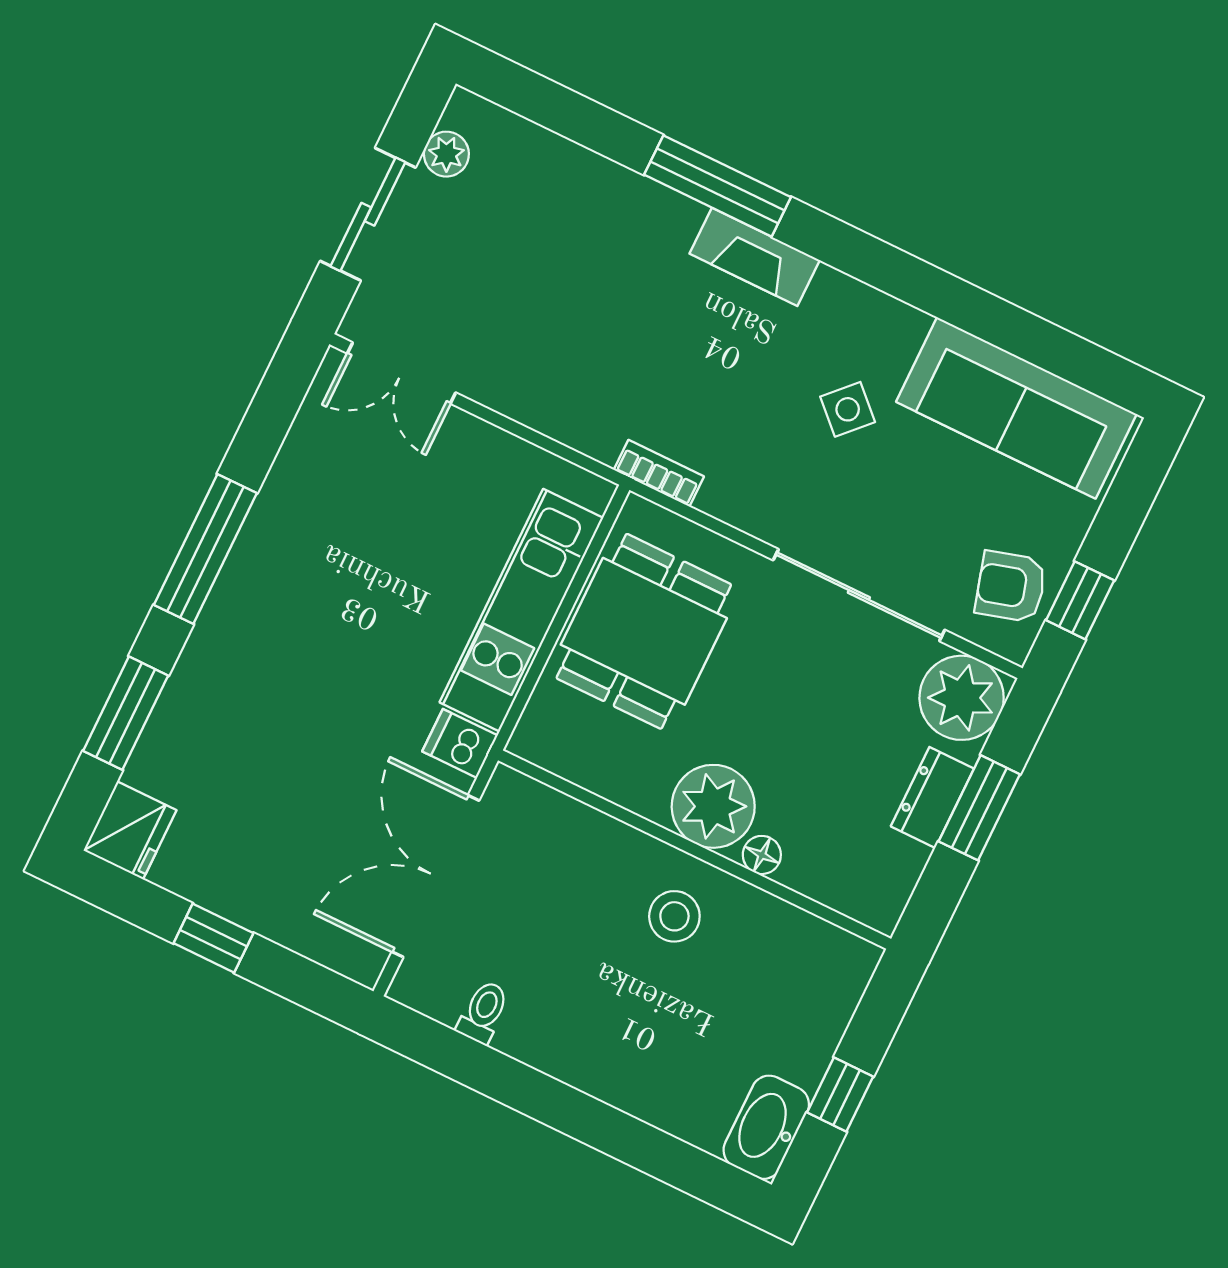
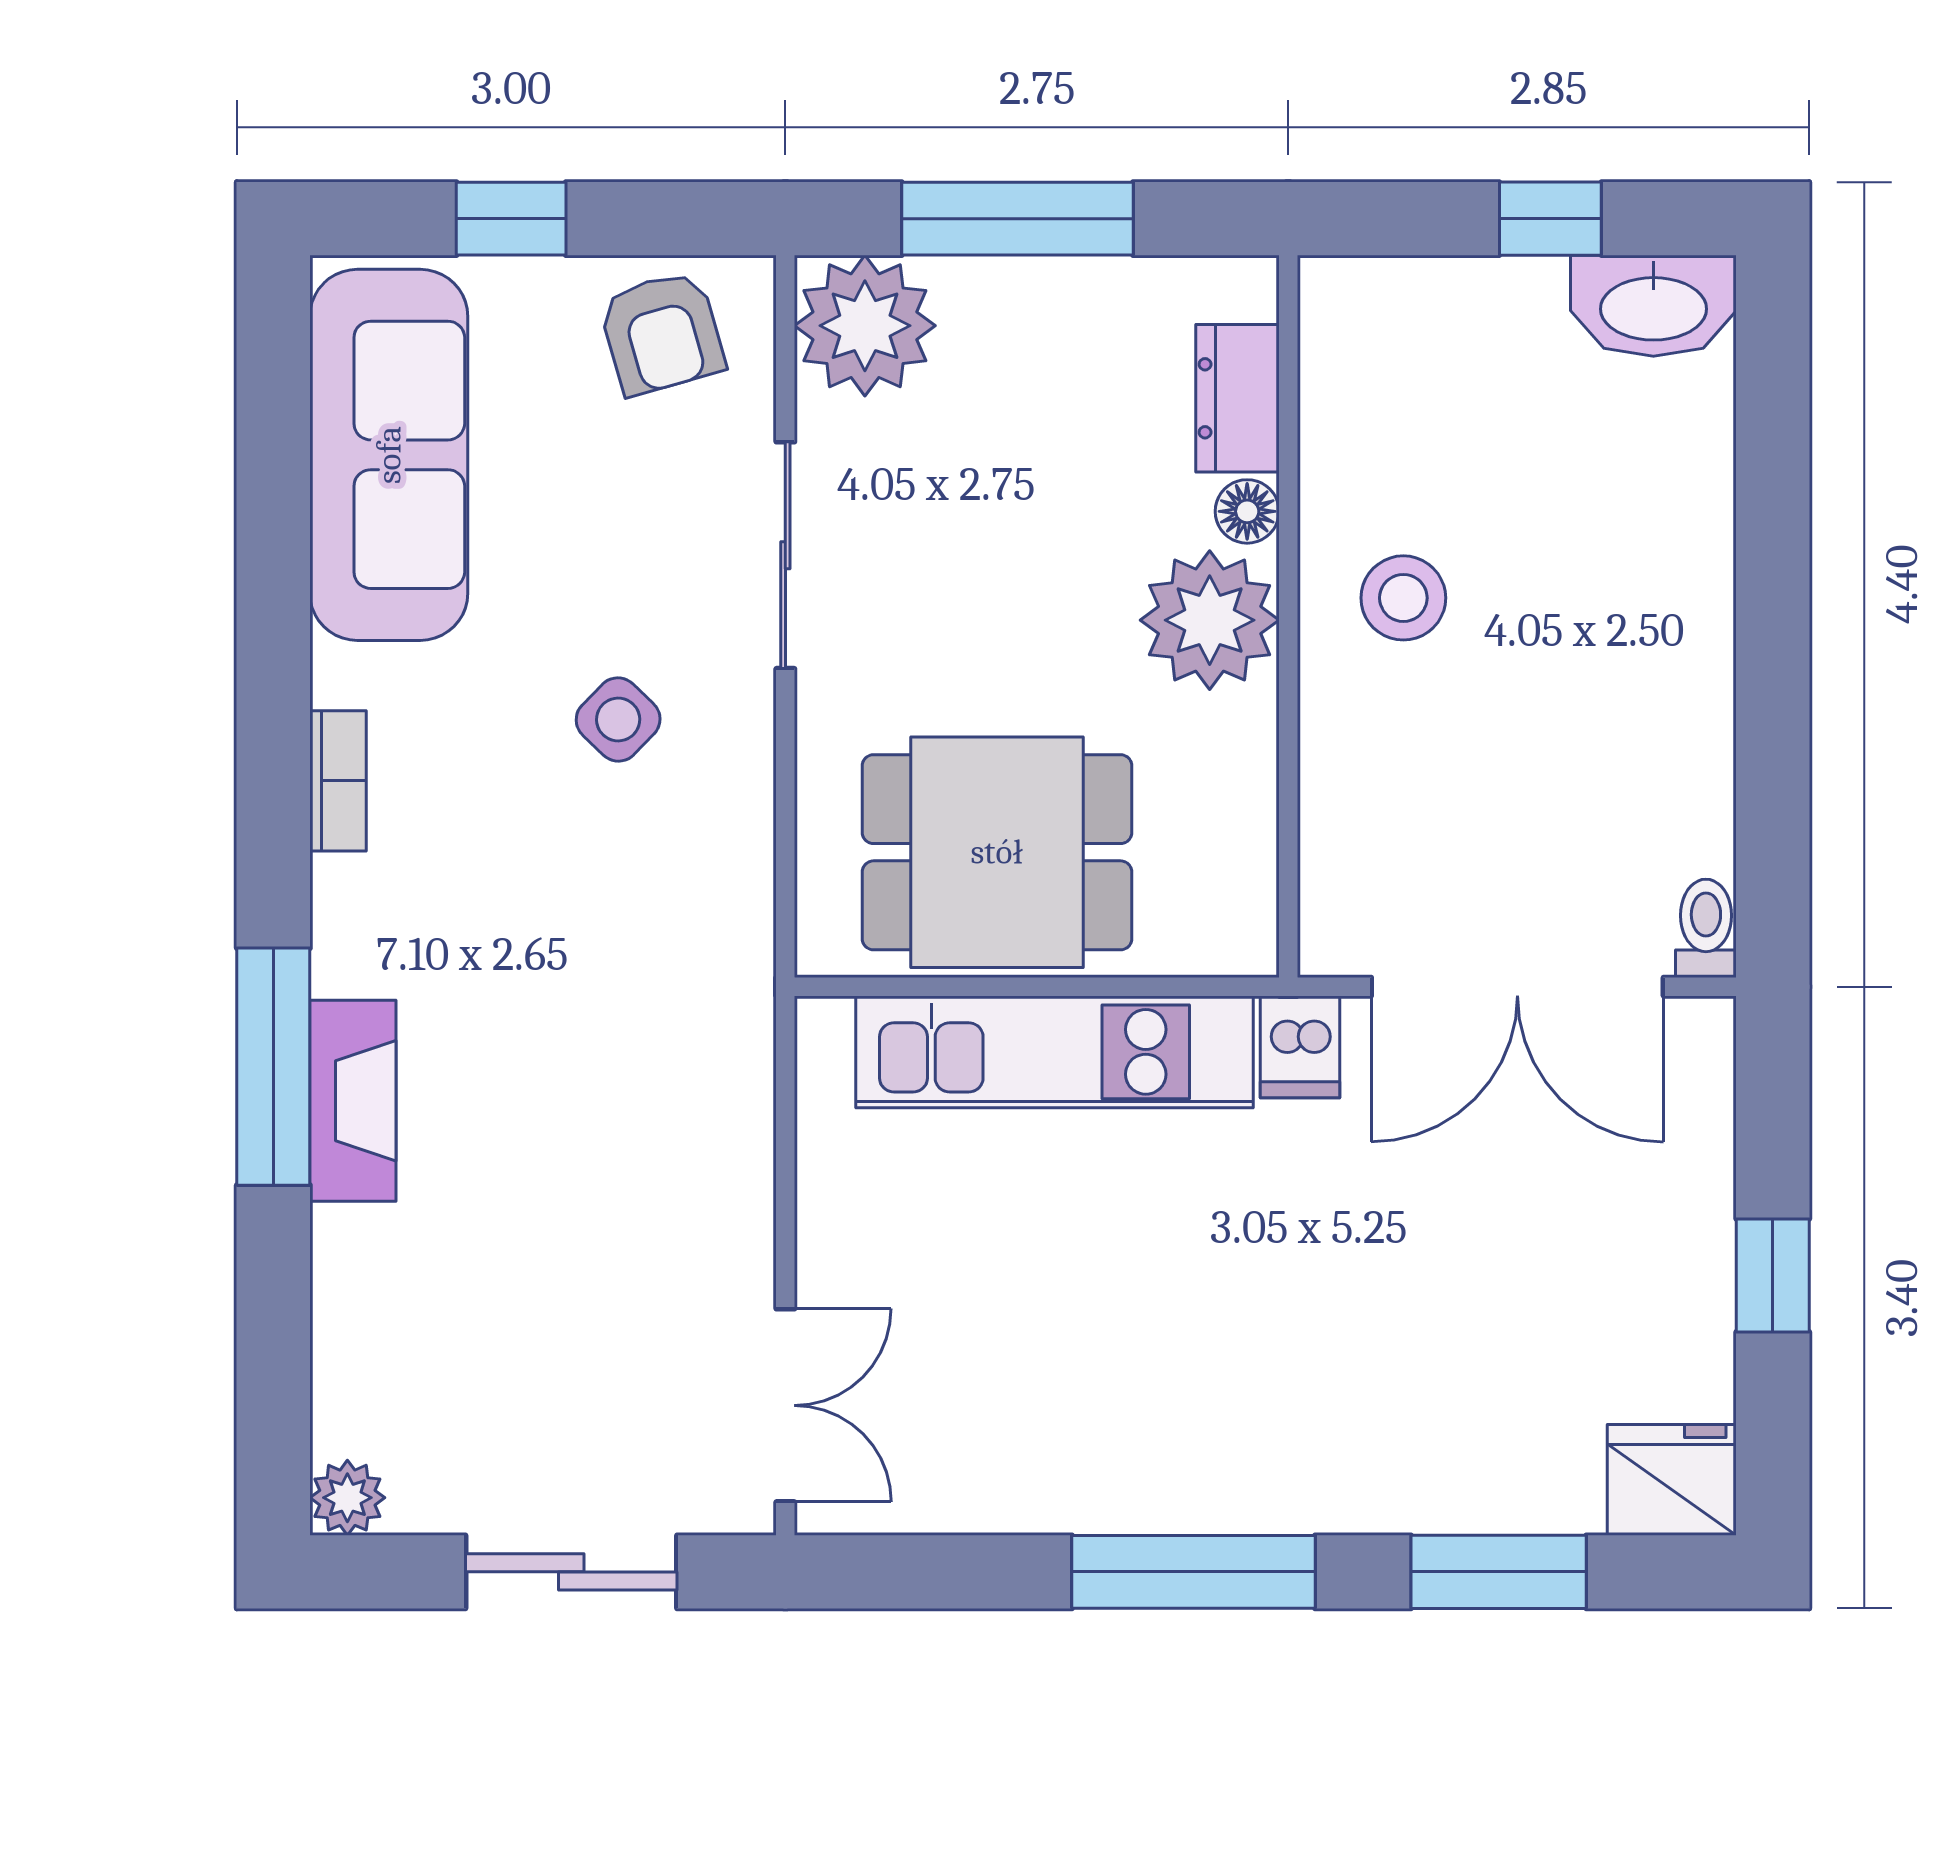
plant: (446, 154) -> (347, 1498), moved
fireplace: (755, 257) -> (353, 1101), moved
side table: (848, 409) -> (618, 719), moved
bookcase: (659, 473) -> (338, 781), moved, turned 180
sliding door: (859, 595) -> (785, 555), width x0.73
window: (1080, 600) -> (511, 219), moved
dresser: (932, 797) -> (1237, 398), moved, turned 90
window: (979, 808) -> (1017, 219), width x1.44
toilet: (483, 1012) -> (1706, 928), moved, turned 90

